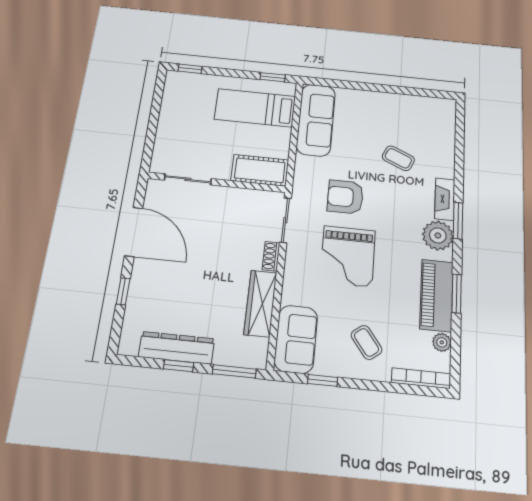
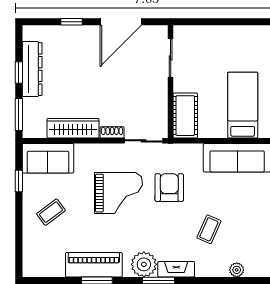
grand piano: (348, 256) -> (118, 193), turned 180
plant: (442, 342) -> (237, 270), moved
bookcase: (421, 378) -> (28, 255), removed

